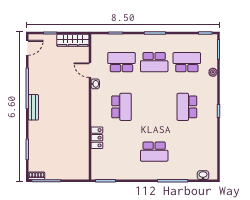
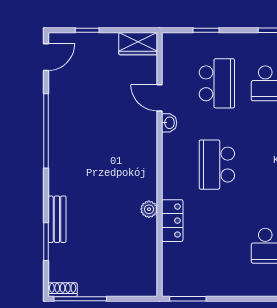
wardrobe: (73, 40) -> (138, 44), width x0.67
school desk: (121, 62) -> (217, 83), turned 90
bench: (33, 107) -> (57, 219), moved
school desk: (121, 107) -> (217, 165), turned 180
plant: (84, 131) -> (149, 209), added

